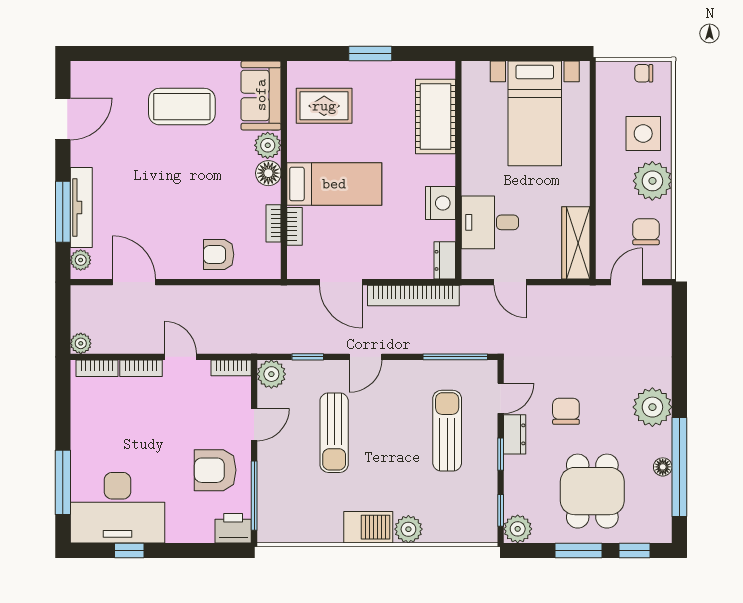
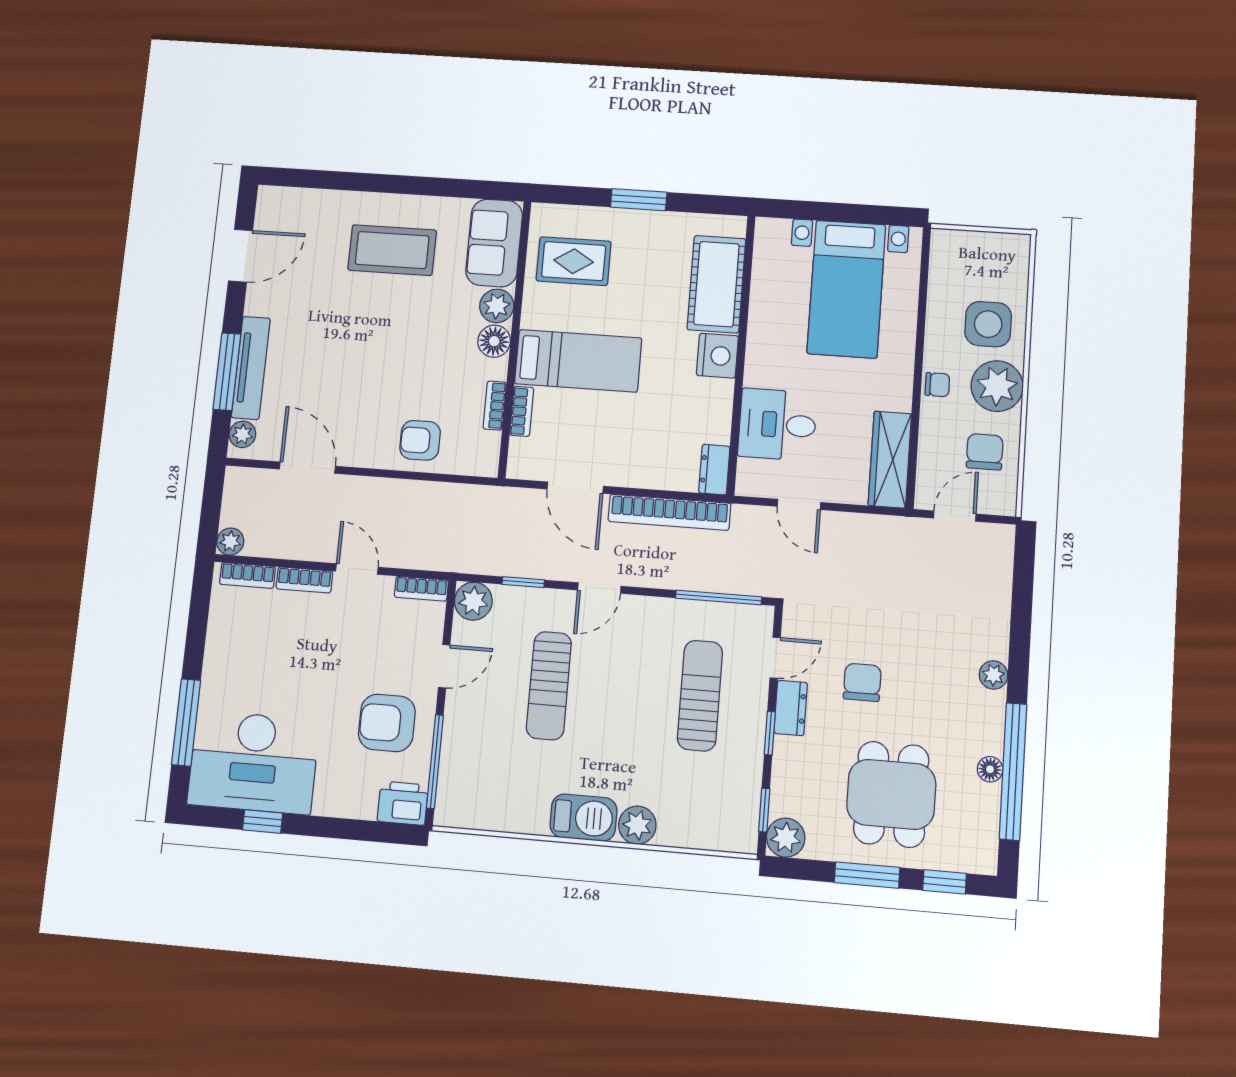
chair: (644, 73) -> (937, 385), moved, turned 180
nightstand: (440, 203) -> (717, 356), moved
plant: (652, 407) -> (993, 675), width x0.53, depth x0.53

